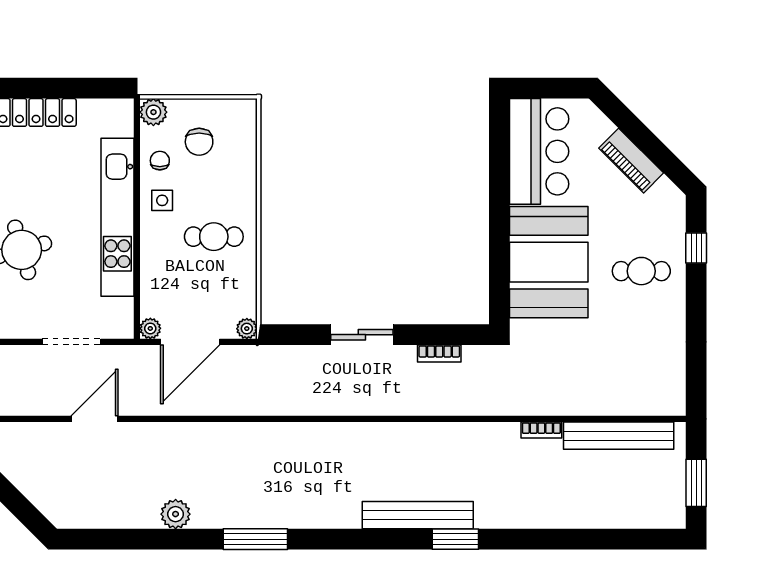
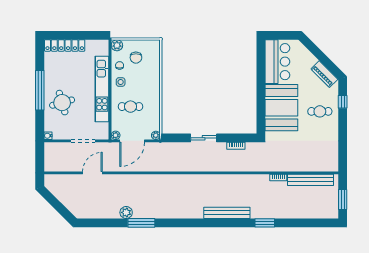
piano: (631, 161) -> (324, 74), moved
cafe table: (214, 237) -> (130, 107), moved
window: (255, 539) -> (141, 223), moved
window: (455, 539) -> (265, 223), moved

